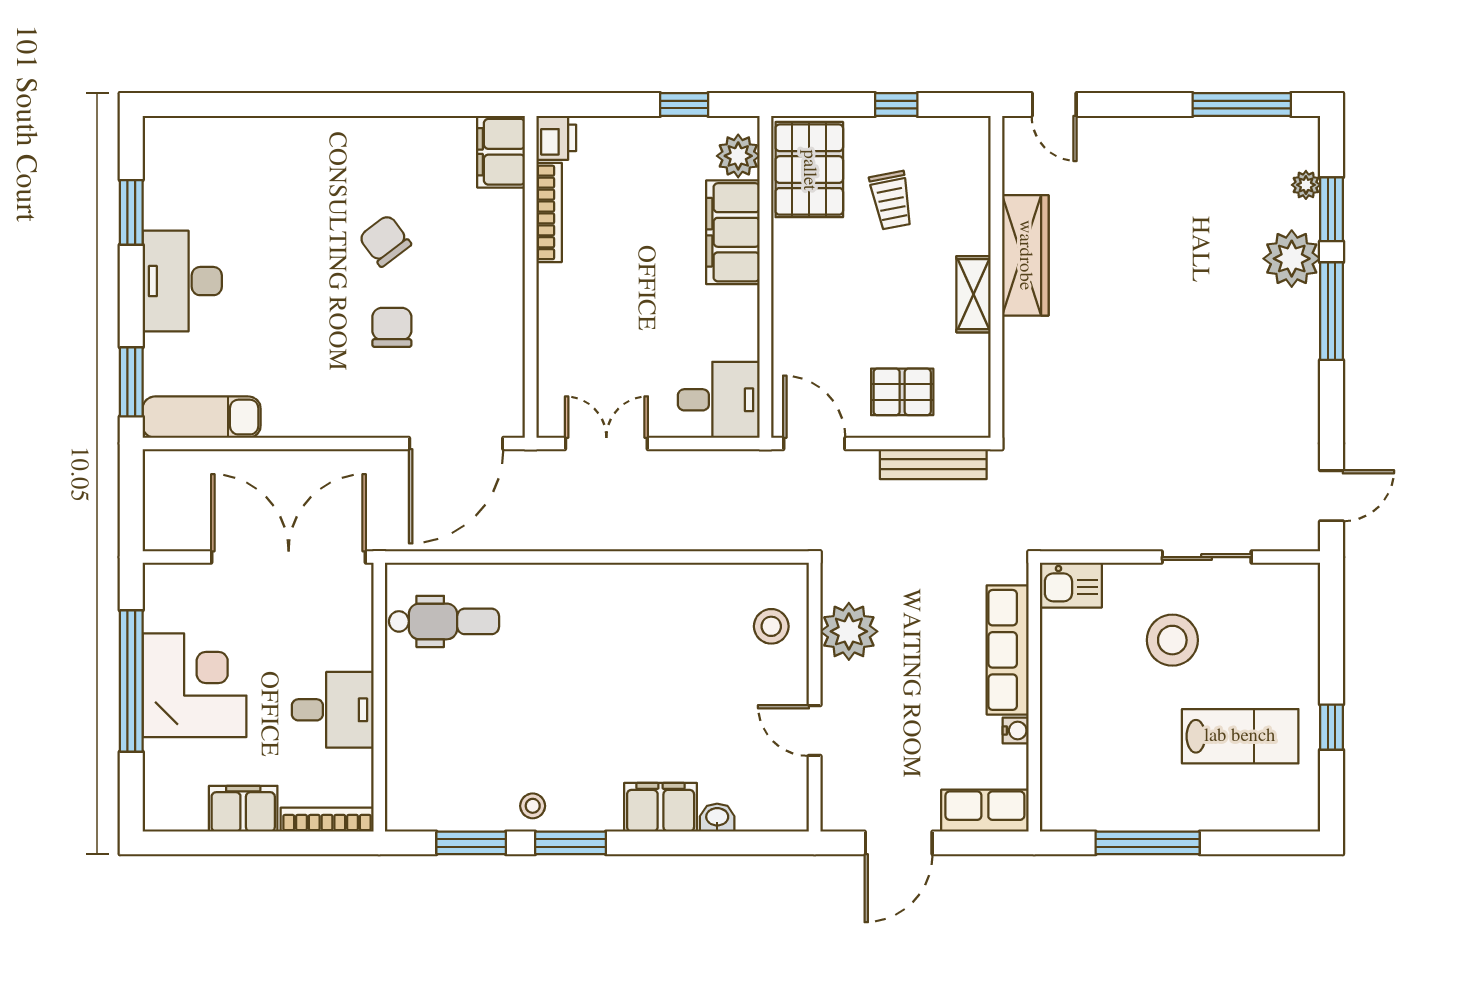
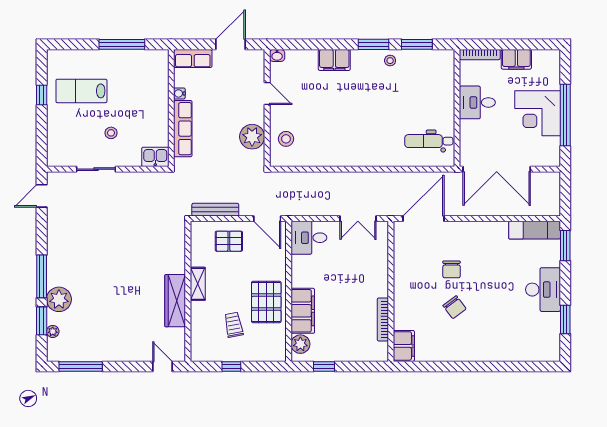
printer: (556, 138) -> (380, 352), removed
pallet: (809, 170) -> (266, 302), moved
stool: (1172, 640) -> (111, 133), width x0.53, depth x0.53
washbasin: (717, 818) -> (277, 55), moved

